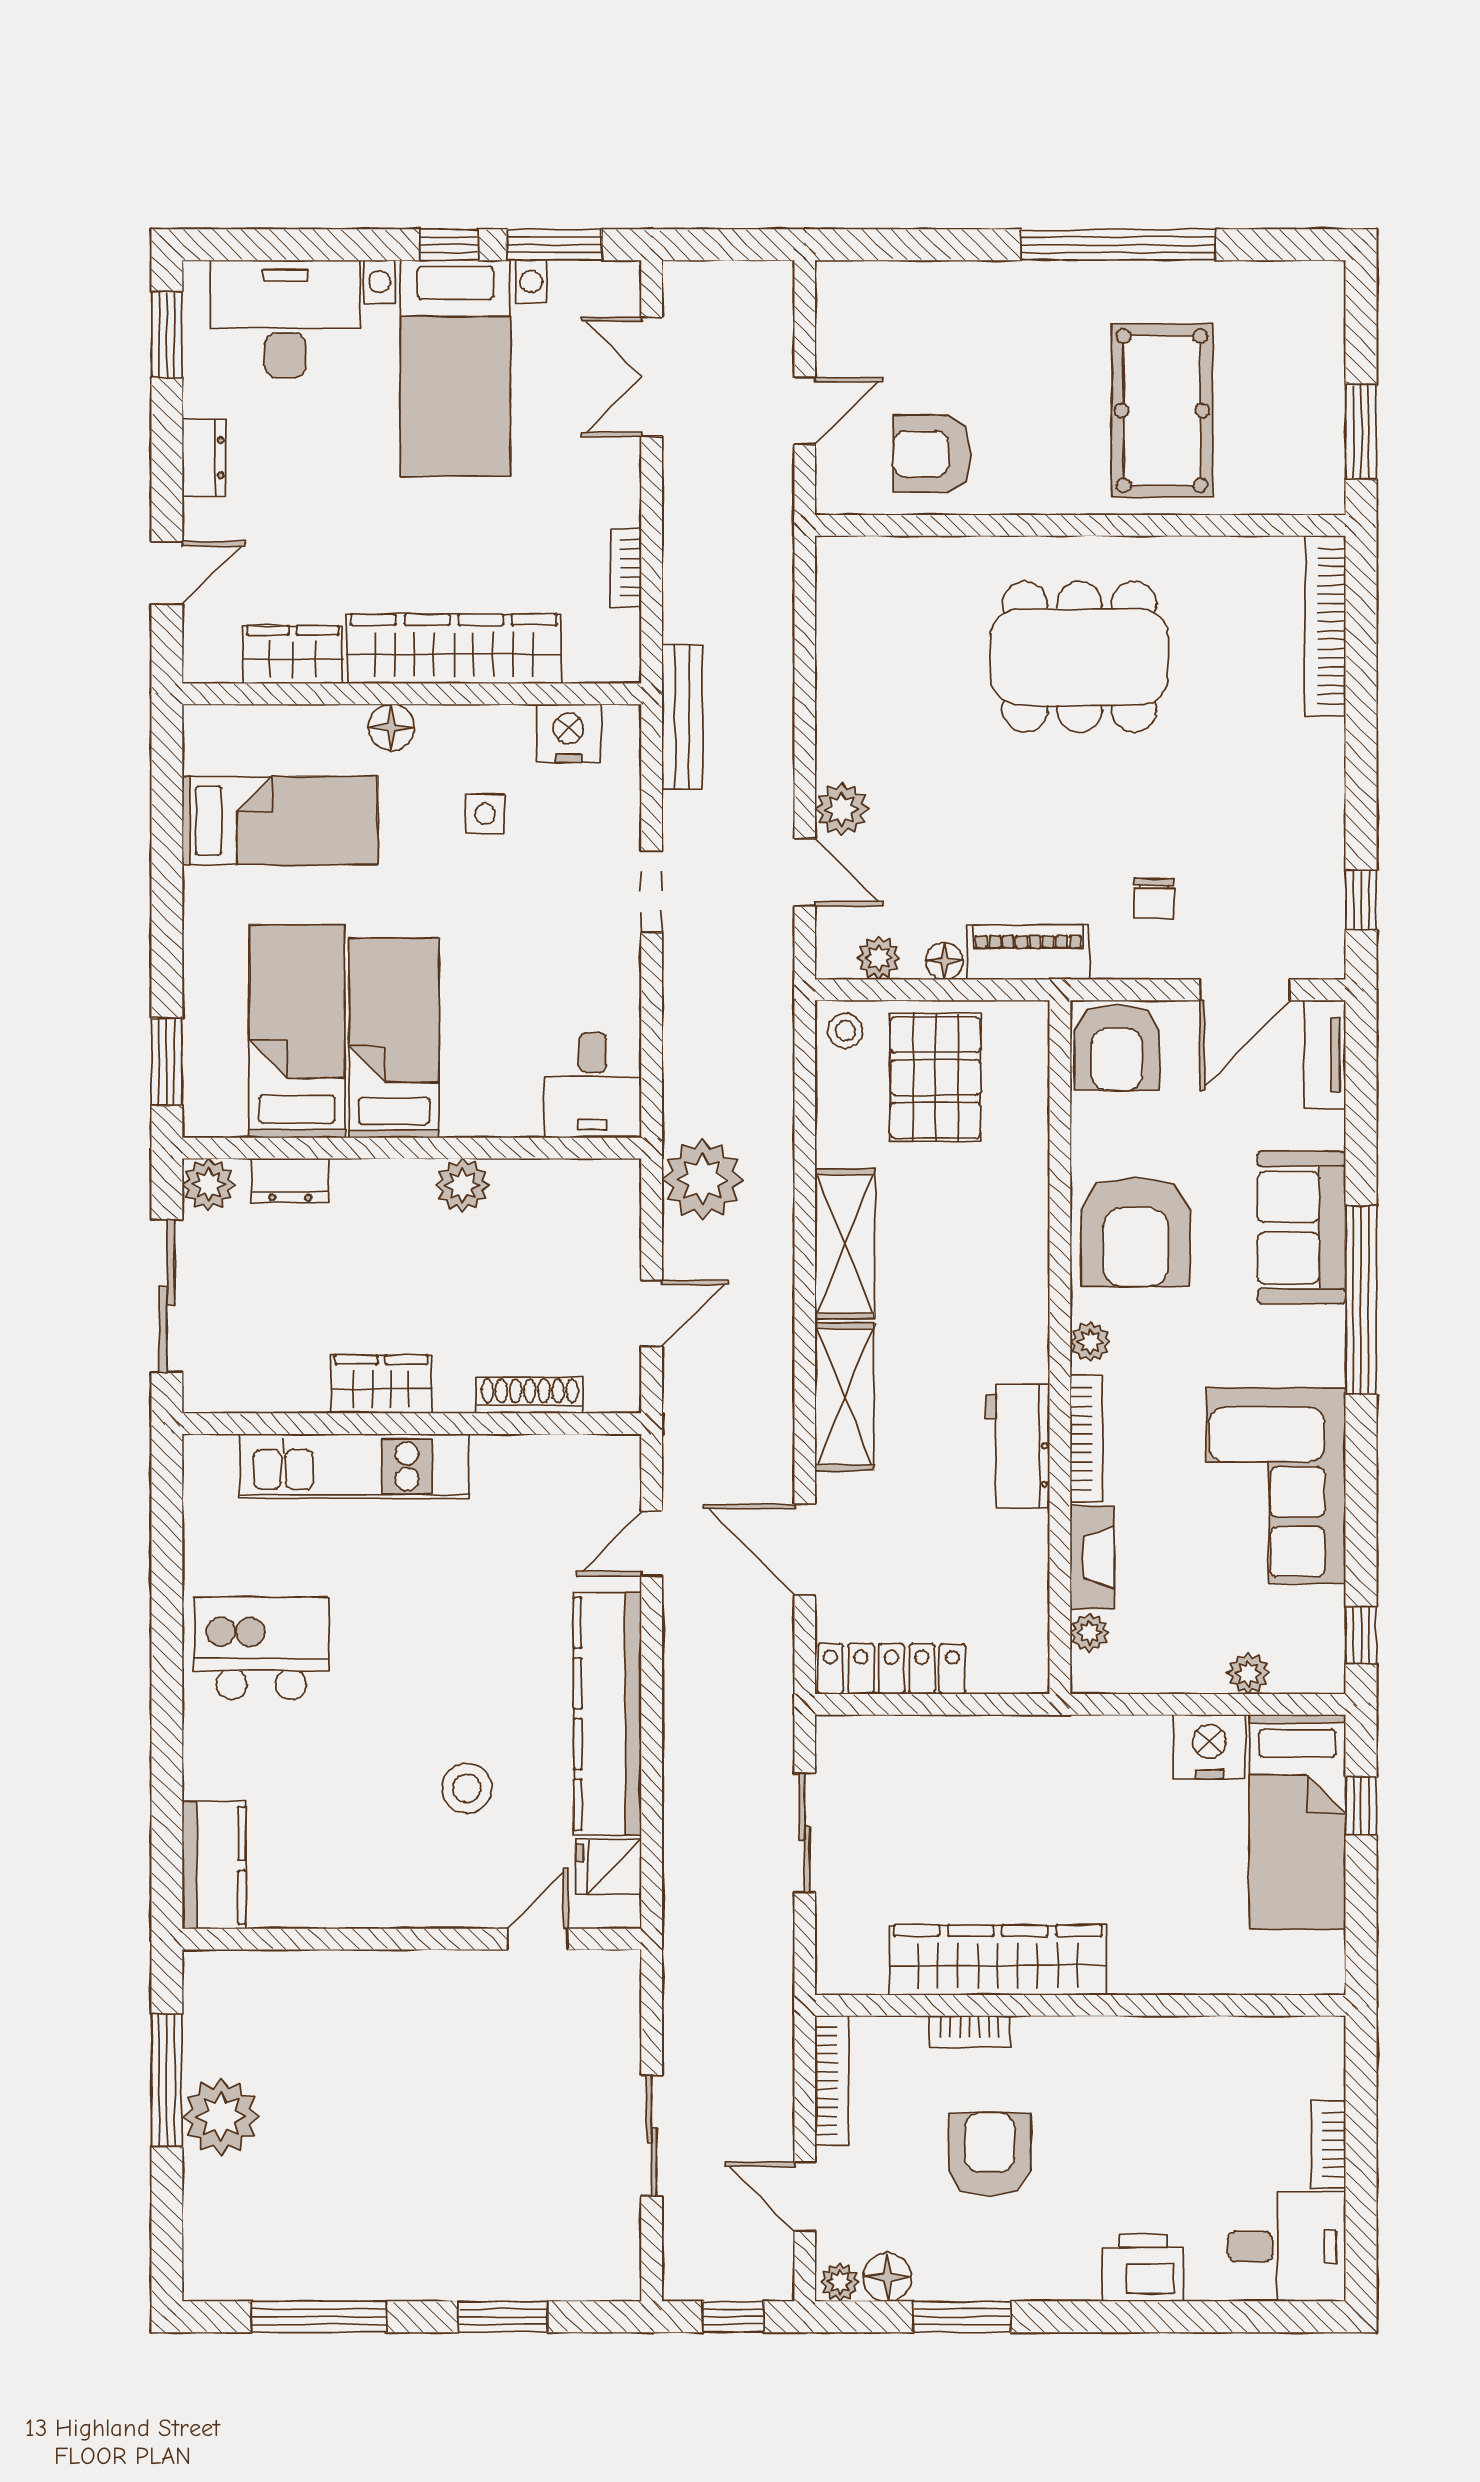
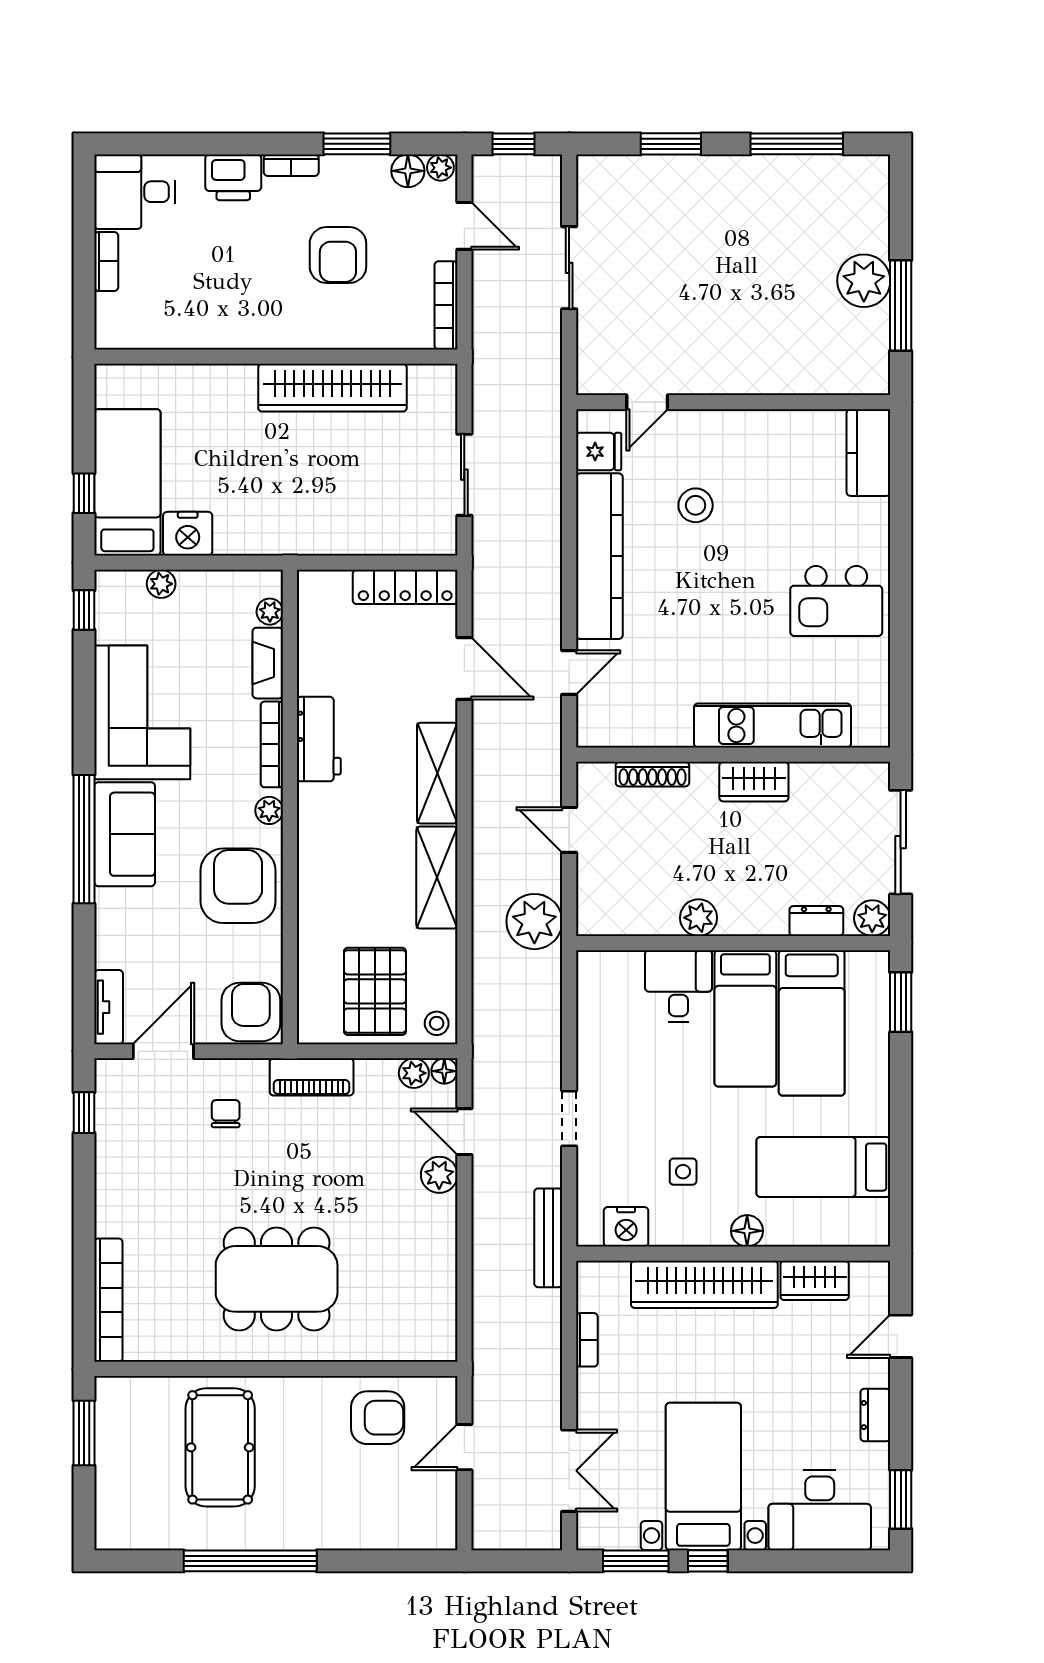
floor lamp: (944, 961) -> (444, 1071), moved
desk: (593, 1085) -> (678, 986), moved
sofa: (1302, 1228) -> (125, 834), moved
door: (652, 1314) -> (569, 830), hinge flipped
bookcase: (970, 2032) -> (291, 165), moved, turned 180

